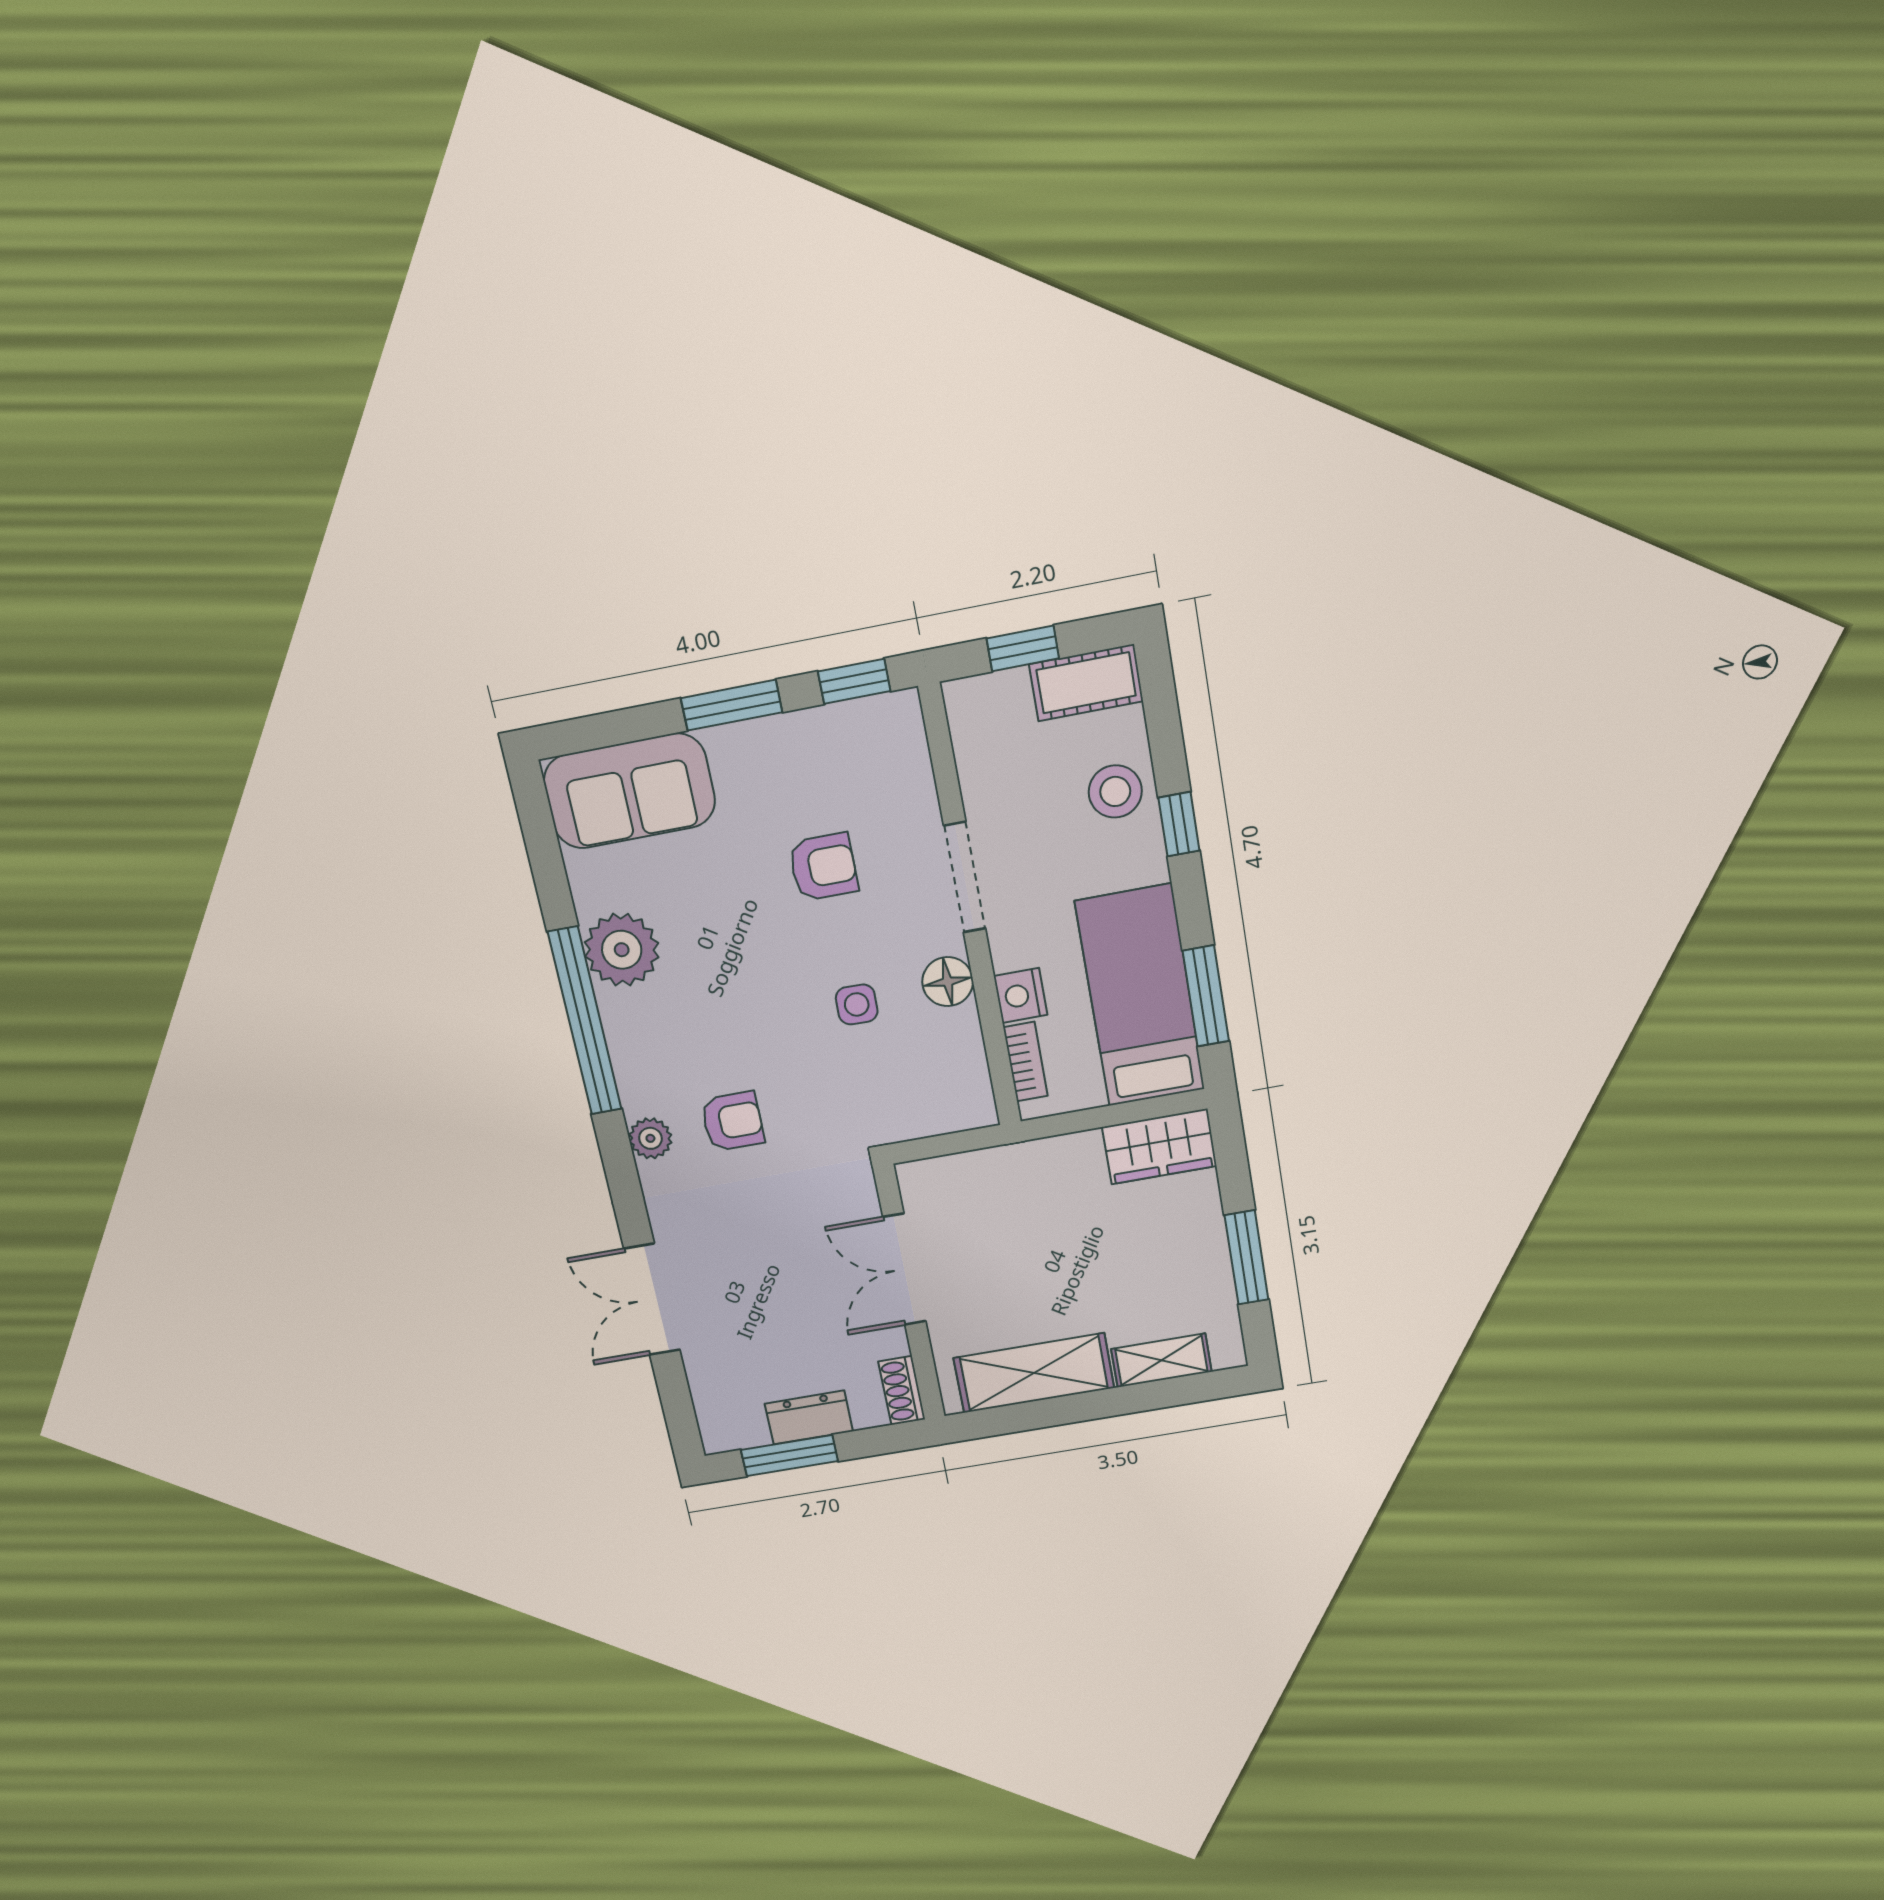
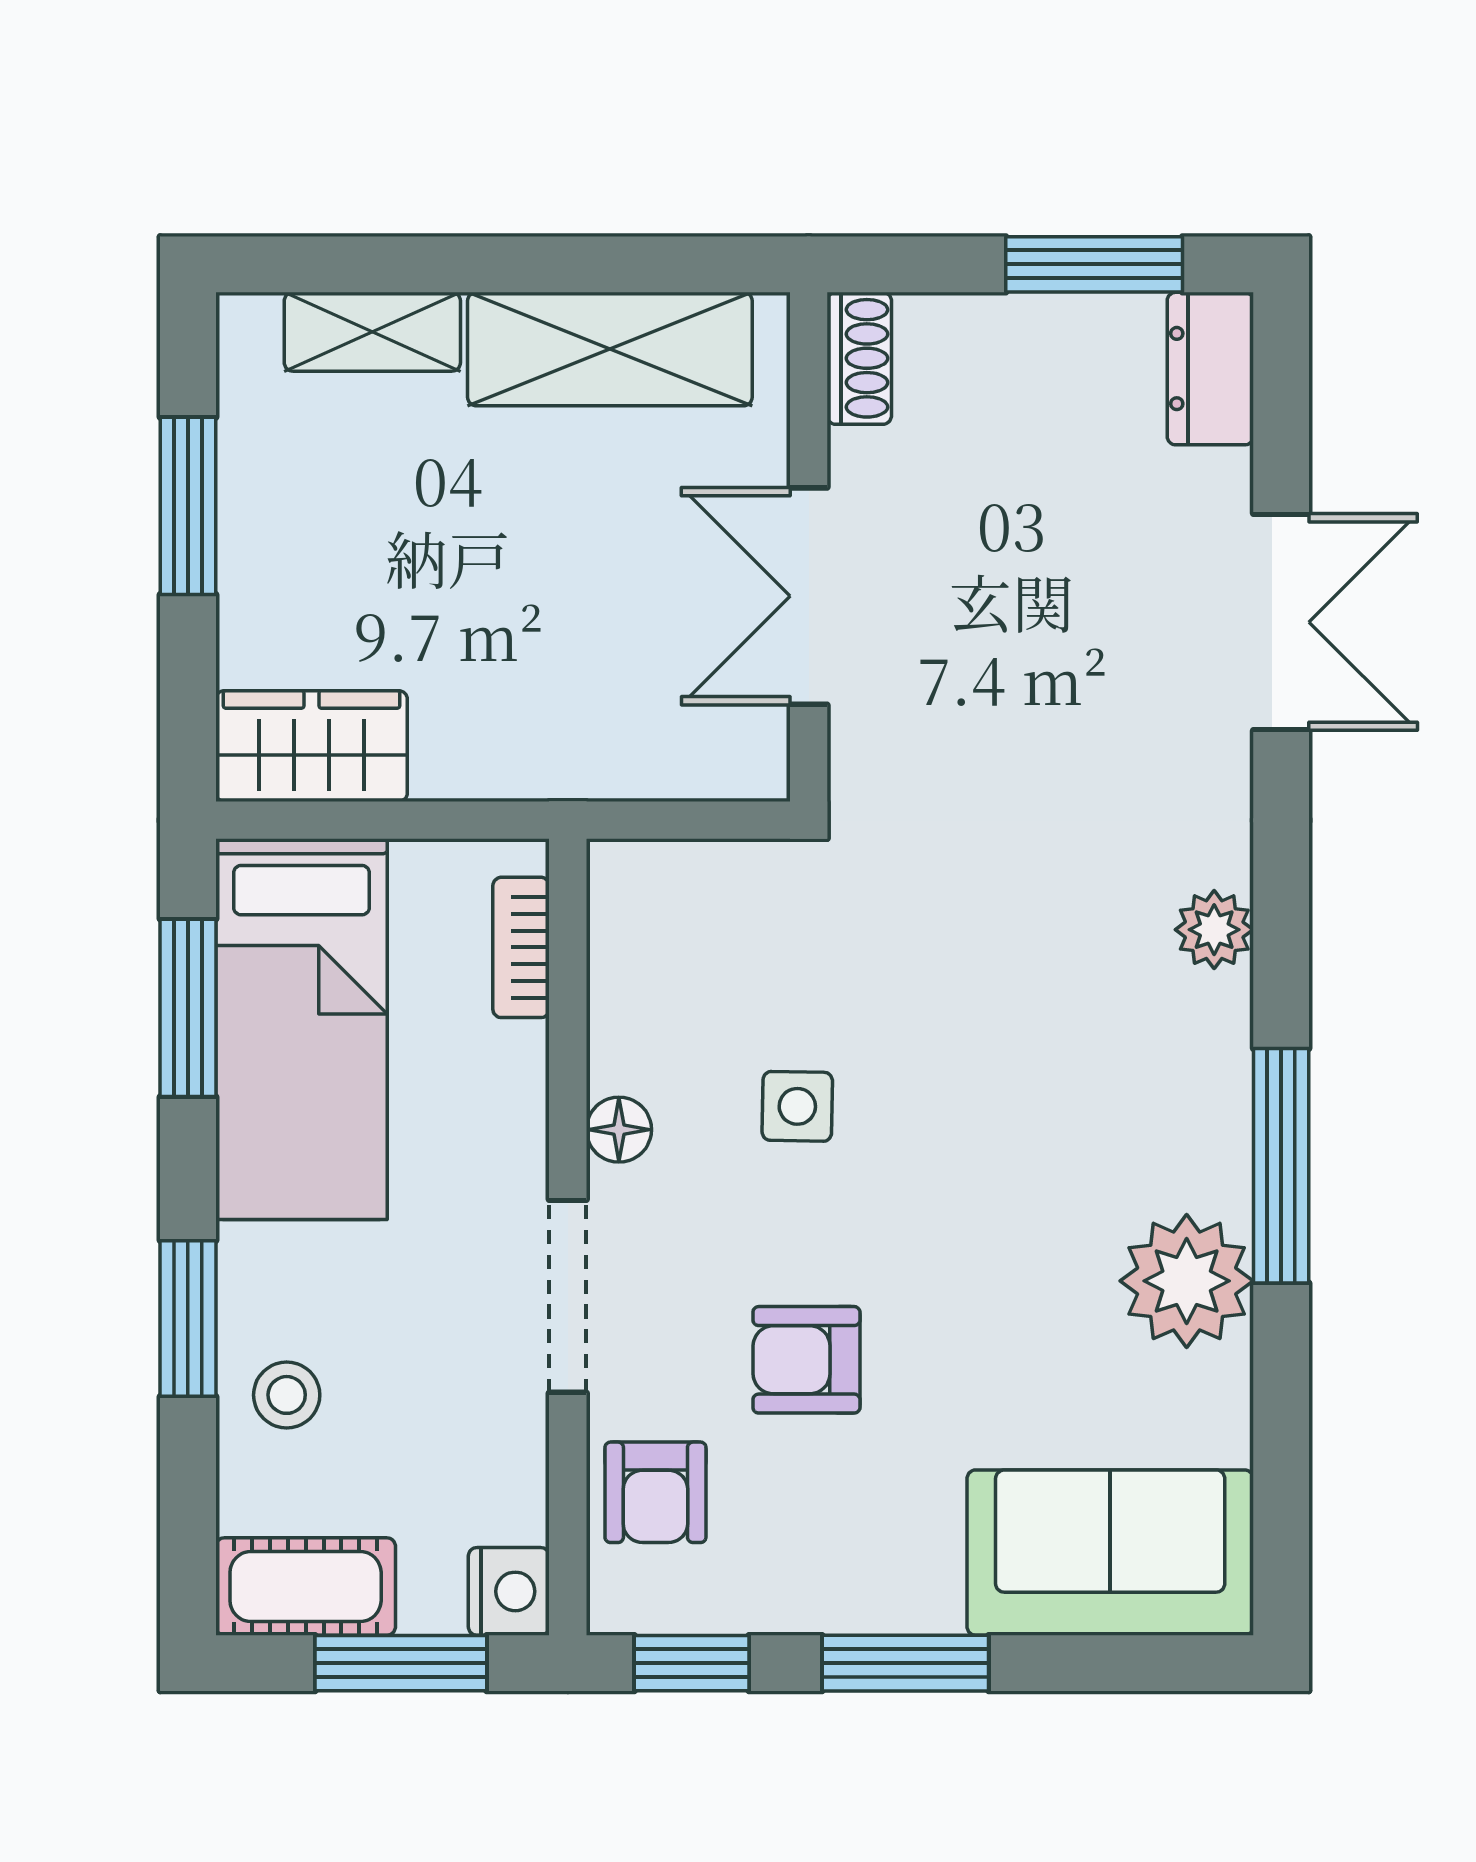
window: (1023, 648) -> (401, 1663), width x1.50
stool: (1115, 791) -> (287, 1395), width x0.73, depth x0.73
window: (1179, 824) -> (188, 1319), width x1.50
floor lamp: (948, 982) -> (619, 1130), width x0.73, depth x0.73
nightstand: (1021, 995) -> (509, 1591), moved
window: (585, 1021) -> (1281, 1166), width x0.68
armchair: (733, 1121) -> (655, 1492), moved, turned -90
double door: (904, 1269) -> (809, 596), swing flipped
dresser: (809, 1417) -> (1210, 369), moved, turned 90

